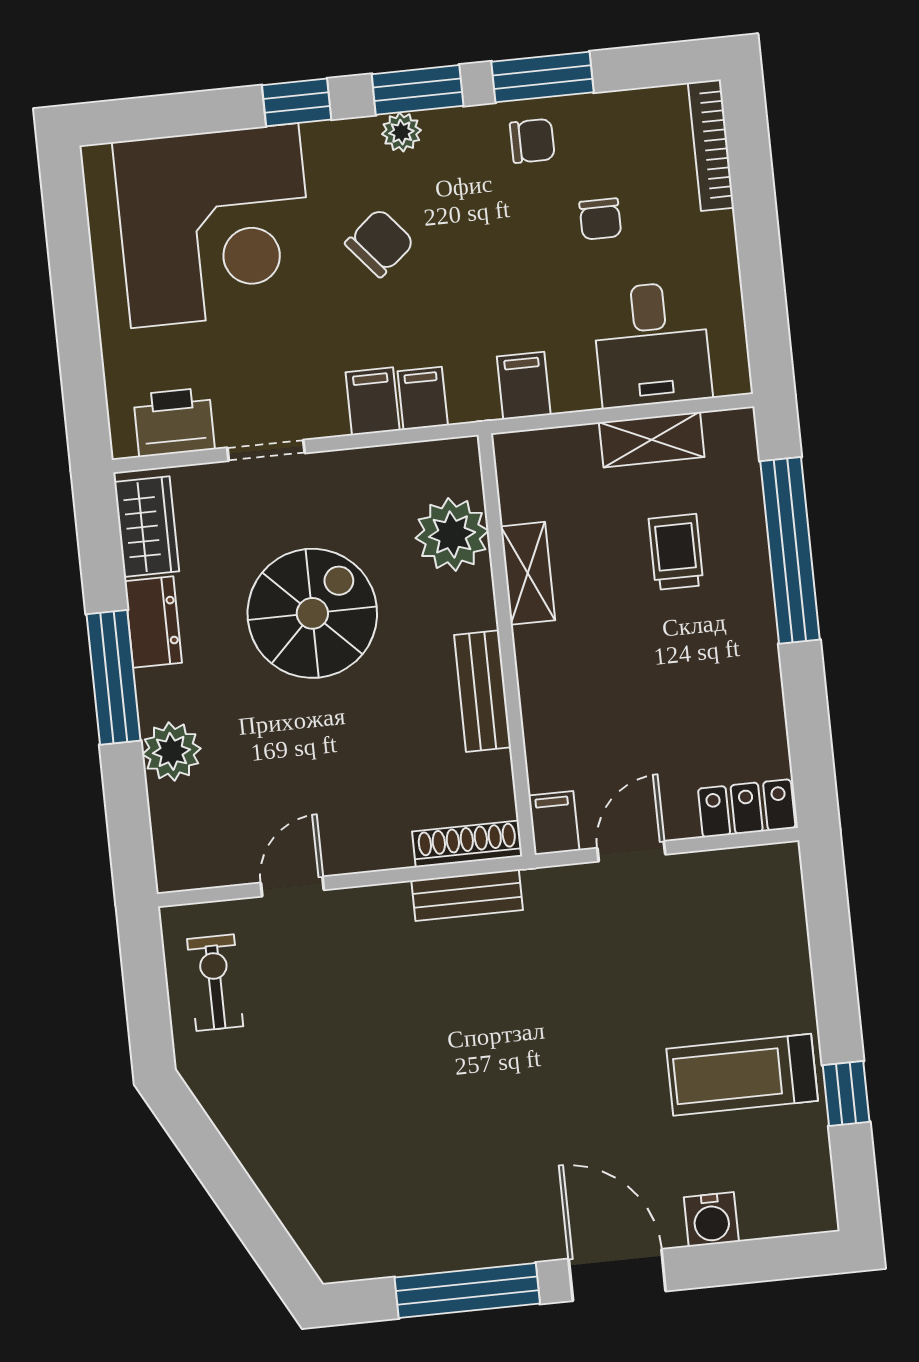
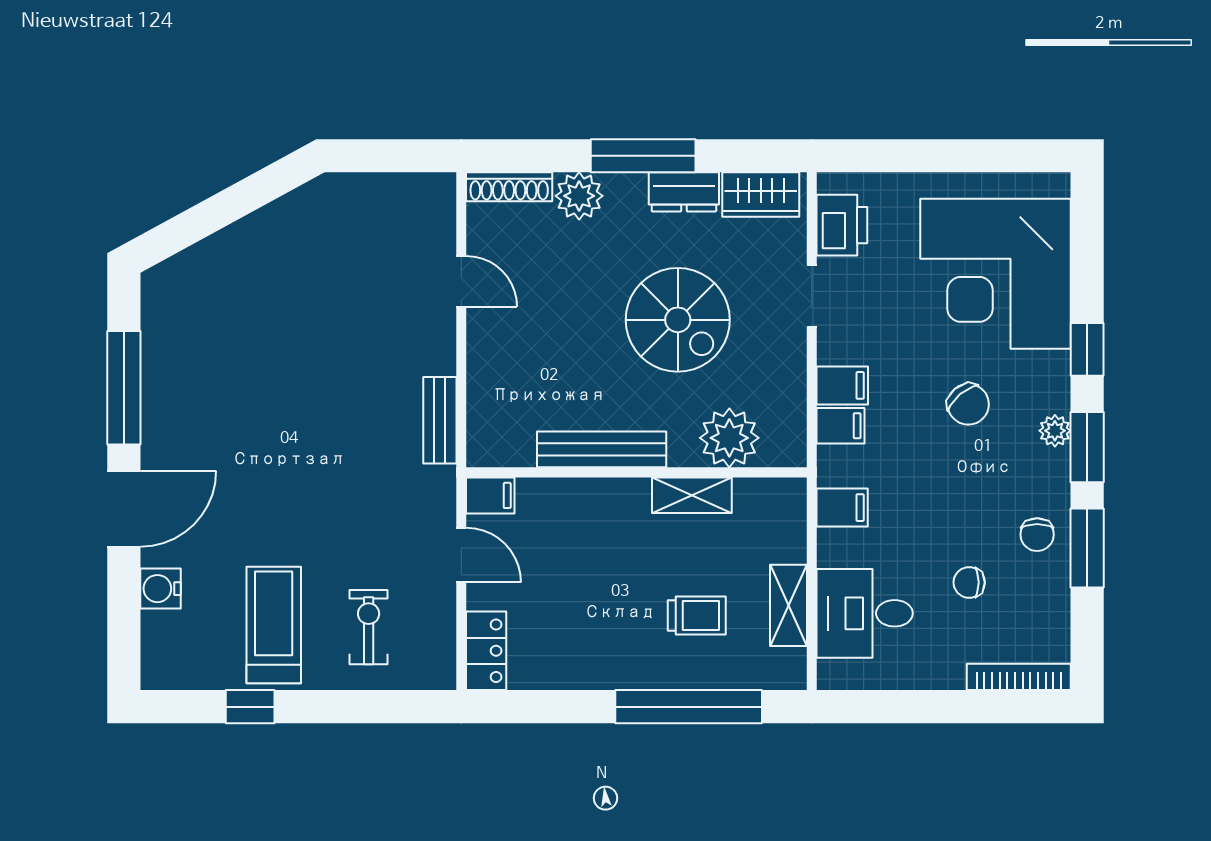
bench: (483, 691) -> (602, 449), width x1.36
shoe rack: (467, 844) -> (509, 187), moved, turned 90
exercise bike: (215, 983) -> (369, 627), moved, turned -90

